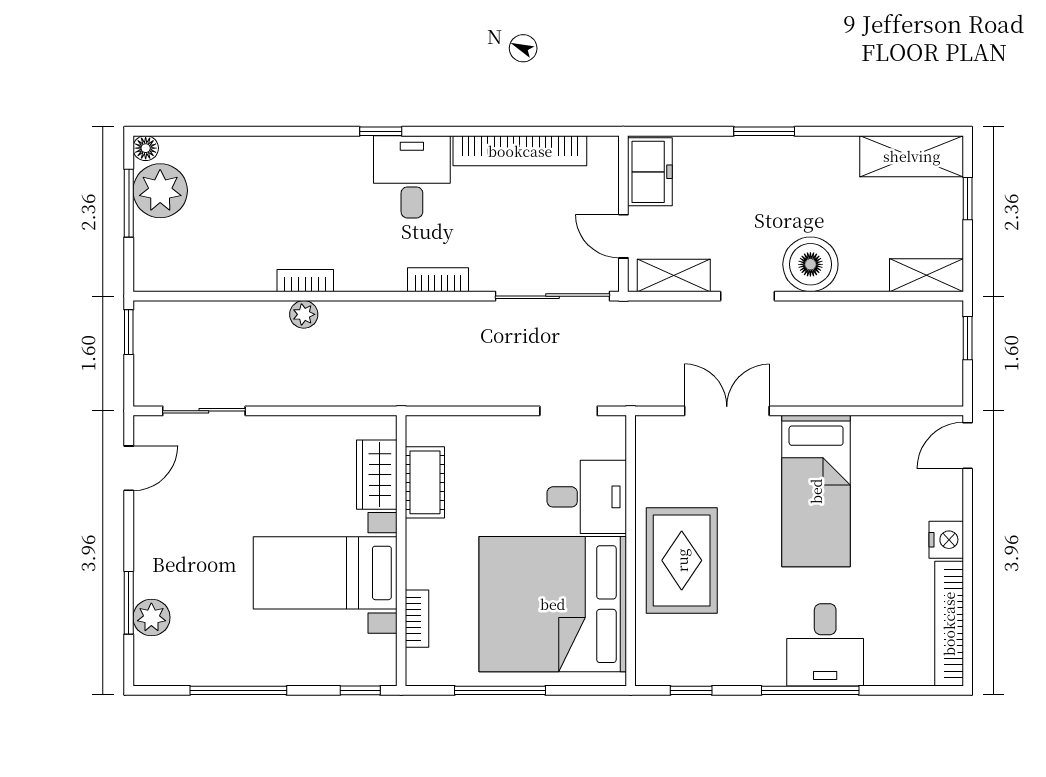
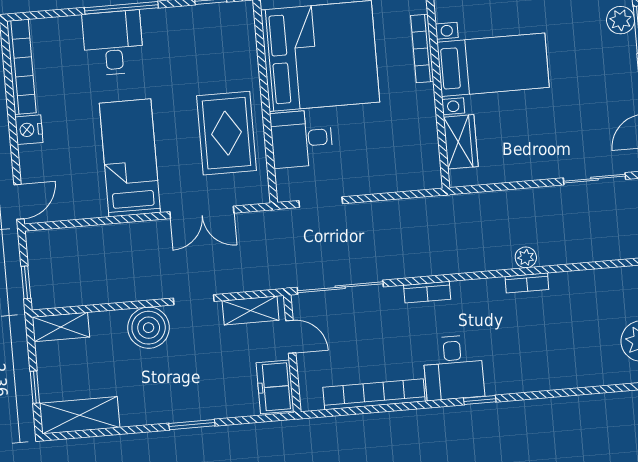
cot: (425, 482) -> (424, 139), removed
rug: (682, 560) -> (226, 133), moved
bookcase: (417, 619) -> (422, 49), width x1.56

